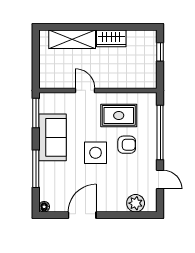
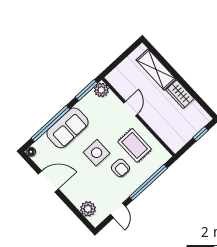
plant: (47, 101) -> (101, 90), added
sofa: (52, 137) -> (67, 128), moved
window: (36, 169) -> (50, 124), width x1.46

